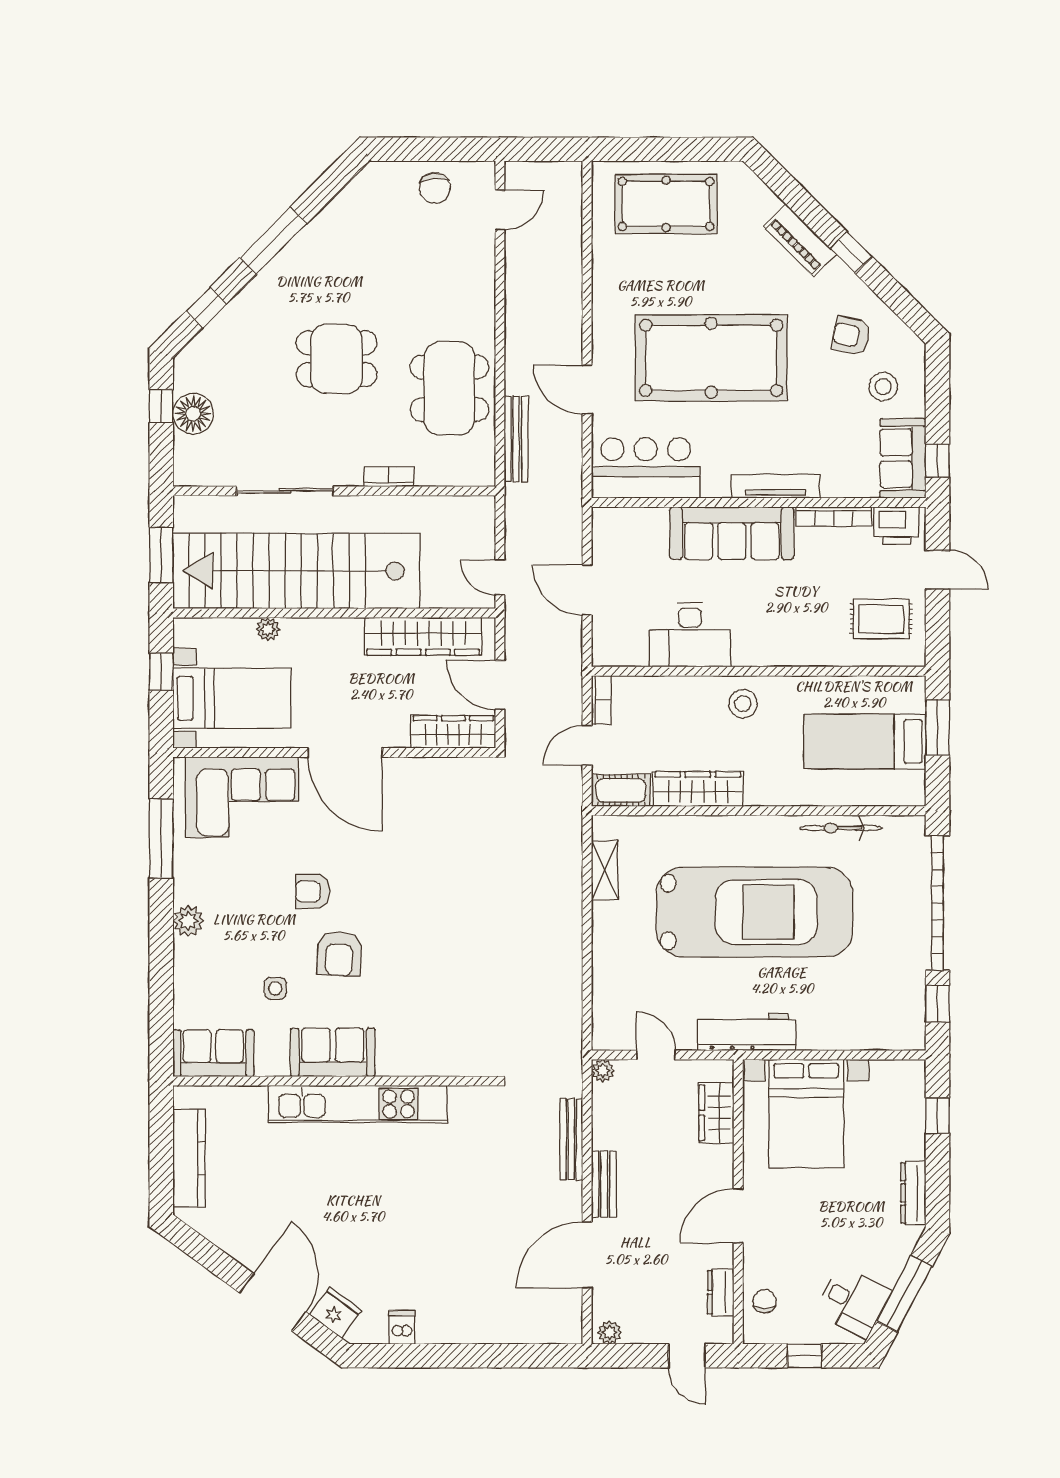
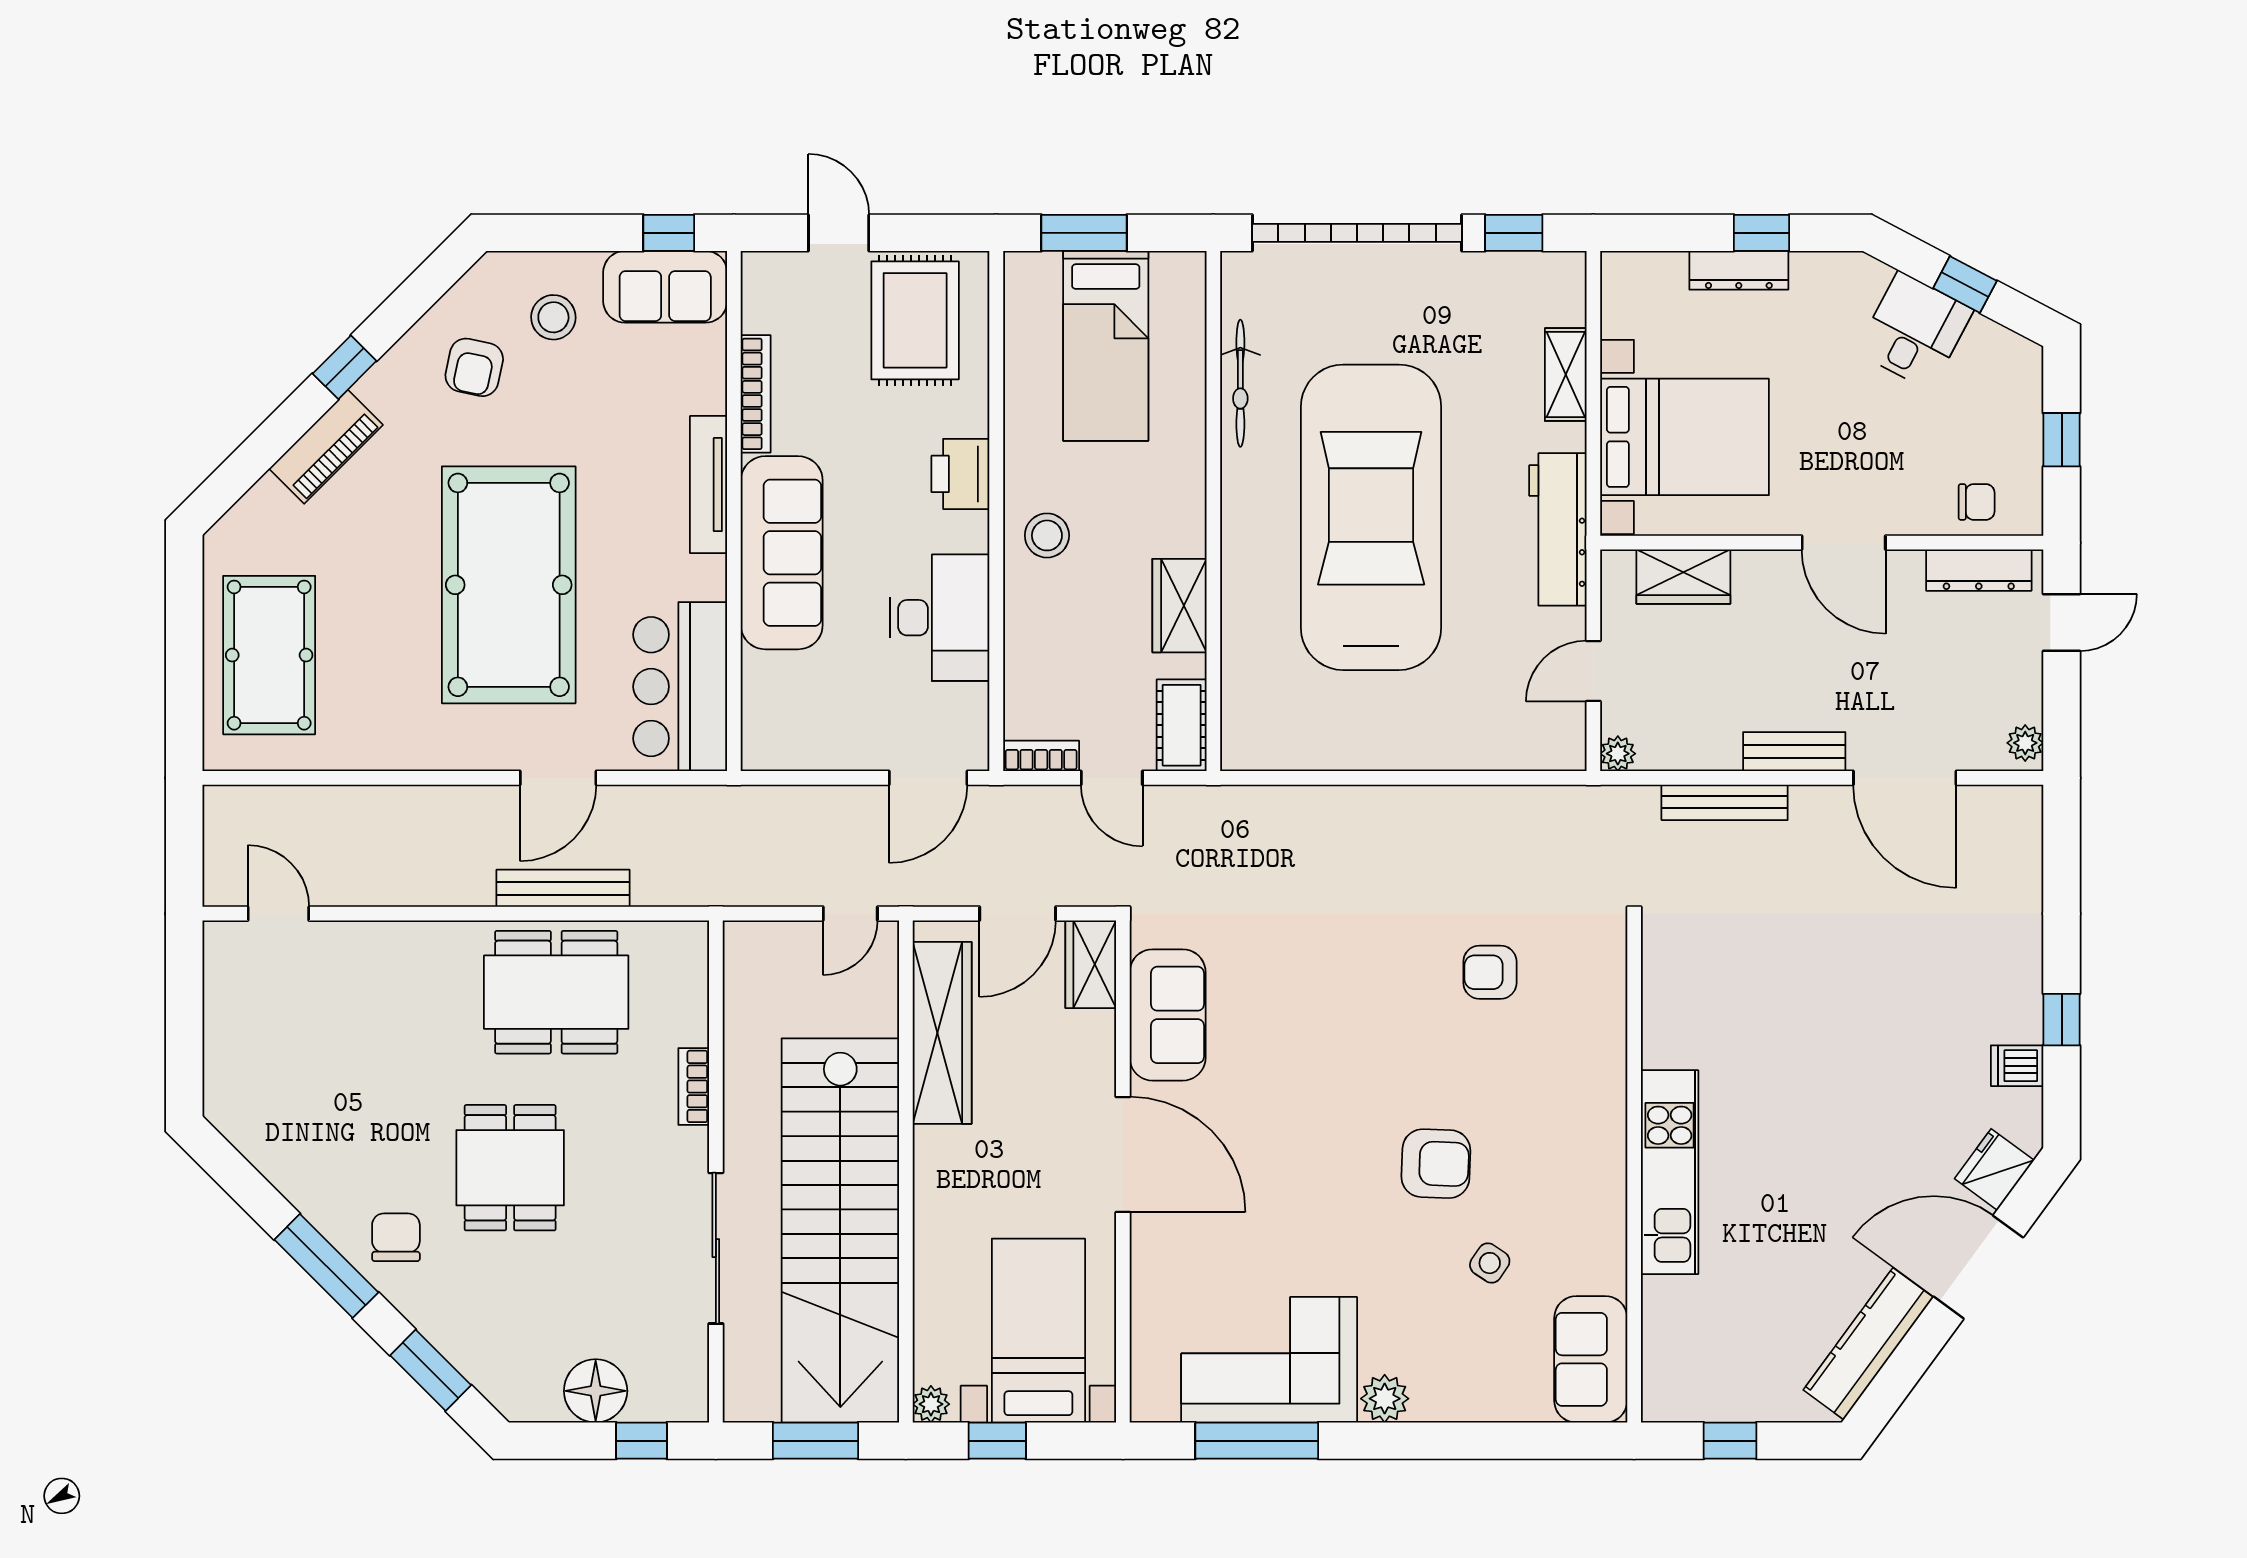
chair: (435, 188) -> (396, 1237), moved, turned -84
window: (206, 308) -> (431, 1370), width x1.50
window: (161, 406) -> (641, 1441), moved
bench: (516, 439) -> (563, 888), moved
printer: (897, 526) -> (960, 474), moved, turned 180
door: (937, 570) -> (839, 233), hinge flipped
door: (587, 590) -> (928, 778), moved
rug: (881, 619) -> (915, 320), width x1.36, depth x1.43
plant: (268, 629) -> (931, 1404), moved
wardrobe: (453, 732) -> (1091, 964), width x0.67
door: (345, 753) -> (1123, 1155), hinge flipped
wardrobe: (698, 789) -> (1179, 606), width x0.67
corner sofa: (242, 797) -> (1269, 1360), moved, turned -90
shelving: (605, 870) -> (1566, 375), moved, turned 90
armchair: (313, 891) -> (1490, 972), moved, turned 90
side table: (275, 988) -> (1490, 1263), turned 34
sofa: (333, 1052) -> (1168, 1015), moved, turned 180
kitchen unit: (358, 1104) -> (1670, 1172), width x0.73
window: (937, 1116) -> (1761, 233), moved
window: (161, 1143) -> (1730, 1441), added
kitchen counter: (189, 1158) -> (1868, 1344), moved, turned -54
dresser: (913, 1193) -> (1739, 270), moved
dresser: (721, 1292) -> (1979, 570), width x1.44
window: (904, 1294) -> (1965, 284), width x0.46
chair: (764, 1301) -> (1977, 502), turned 180
desk: (853, 1302) -> (1915, 331), moved
window: (432, 1356) -> (2062, 1020), added

